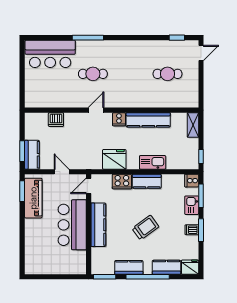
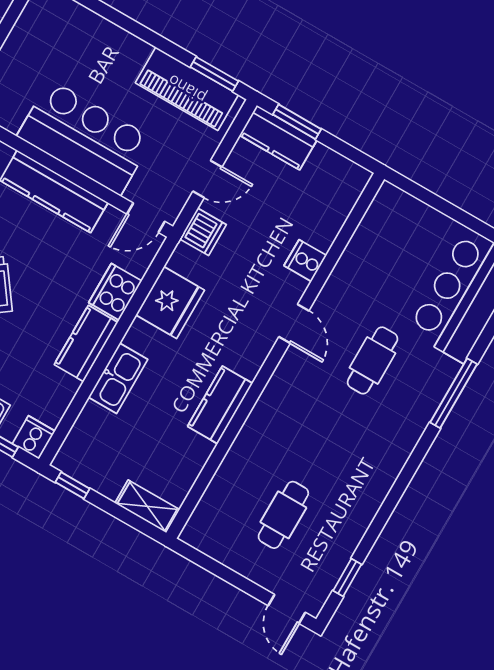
cooker: (119, 119) -> (305, 261), moved
dishwasher: (56, 120) -> (203, 232), moved, turned 180
kitchen counter: (148, 120) -> (220, 405), width x0.67
door: (89, 186) -> (146, 218), swing flipped

